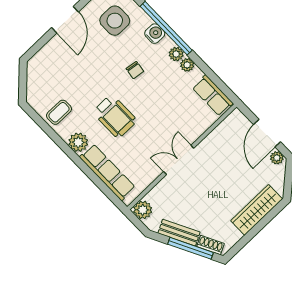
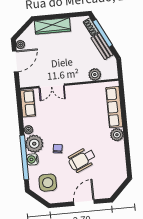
door: (65, 20) -> (84, 203), moved
plant: (176, 54) -> (34, 144), width x1.88, depth x1.88
coffee table: (59, 112) -> (115, 158), removed
wheelchair: (115, 116) -> (82, 160), moved, turned -114
double door: (179, 160) -> (52, 86), moved
plant: (143, 210) -> (95, 75), moved

